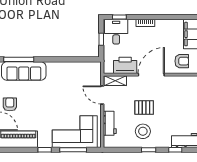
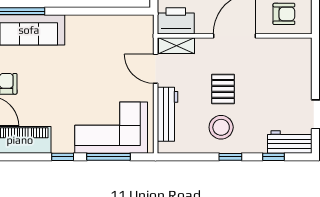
printer: (125, 65) -> (176, 21), moved
pallet: (144, 108) -> (223, 89), turned 90
workbench: (110, 123) -> (168, 114), width x1.38

